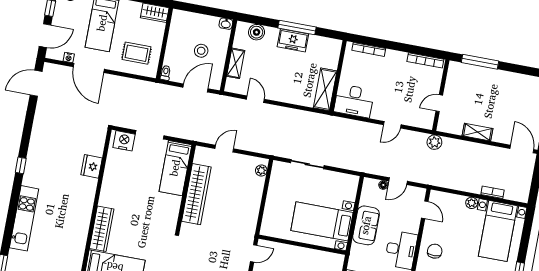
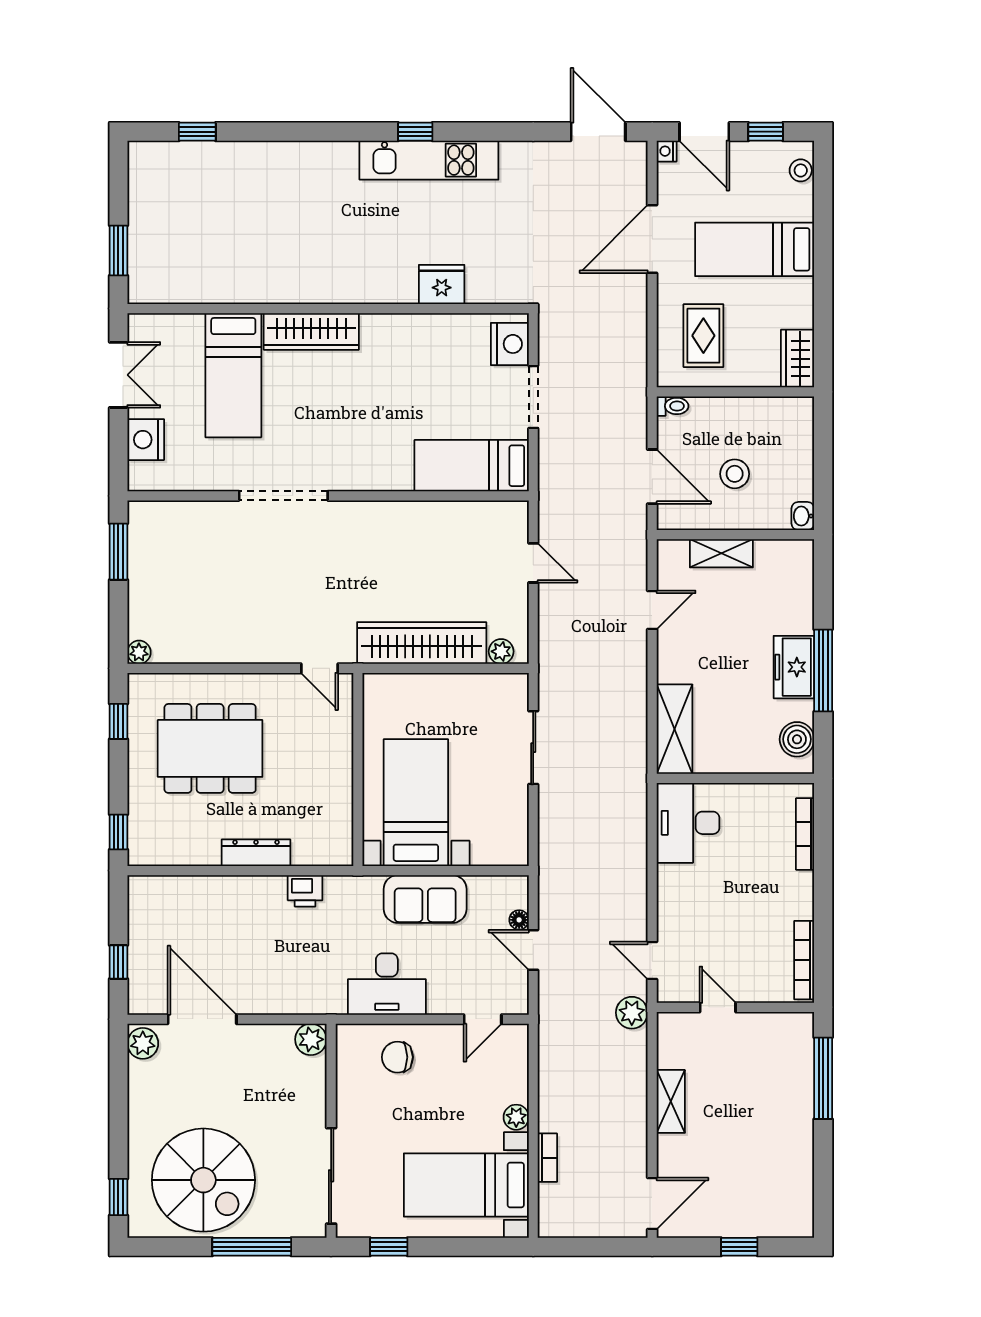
boiler: (257, 32) -> (797, 739), moved
nightstand: (69, 58) -> (667, 151), moved
shelving: (325, 89) -> (675, 729), moved, turned 90
door: (392, 125) -> (652, 960), moved
wardrobe: (196, 194) -> (422, 643), moved, turned 180
kitchen unit: (24, 218) -> (429, 160), moved
chair: (435, 251) -> (397, 1057), turned 180

